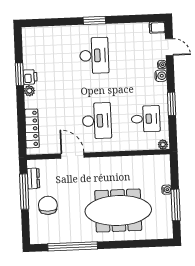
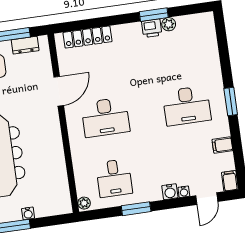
filing cabinet: (128, 30) -> (222, 145), added
plant: (29, 91) -> (169, 24), moved

